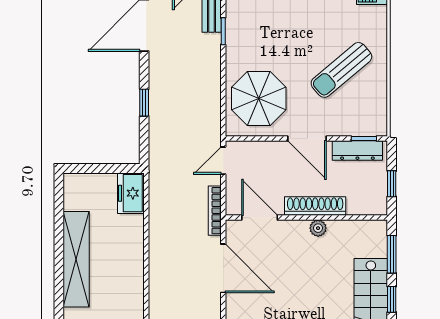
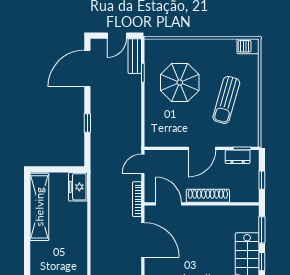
sun lounger: (341, 70) -> (226, 100), turned -34
parasol: (259, 99) -> (180, 82), moved
door: (307, 139) -> (202, 148), hinge flipped
dresser: (357, 151) -> (238, 157), width x0.70
plant: (318, 228) -> (210, 211), removed
shelving: (76, 259) -> (39, 207), moved

